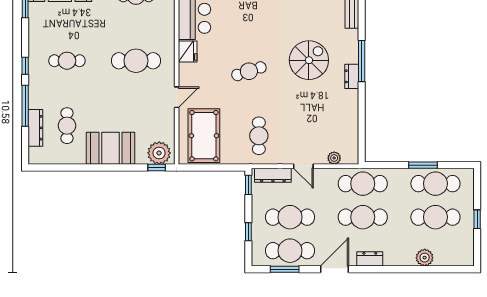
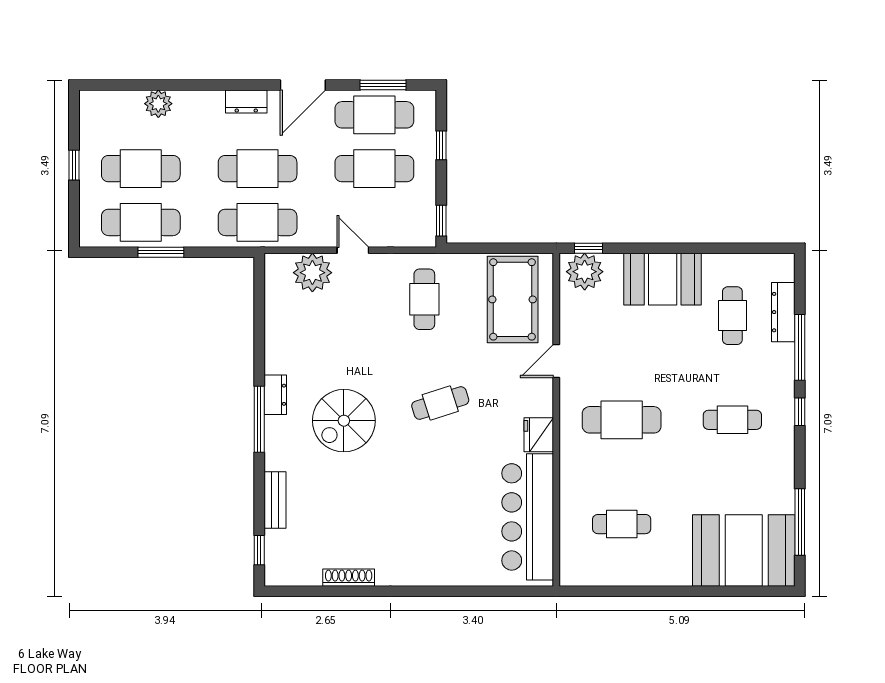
plant: (334, 158) -> (312, 273), width x1.87, depth x1.87
dresser: (273, 175) -> (402, 236), removed

